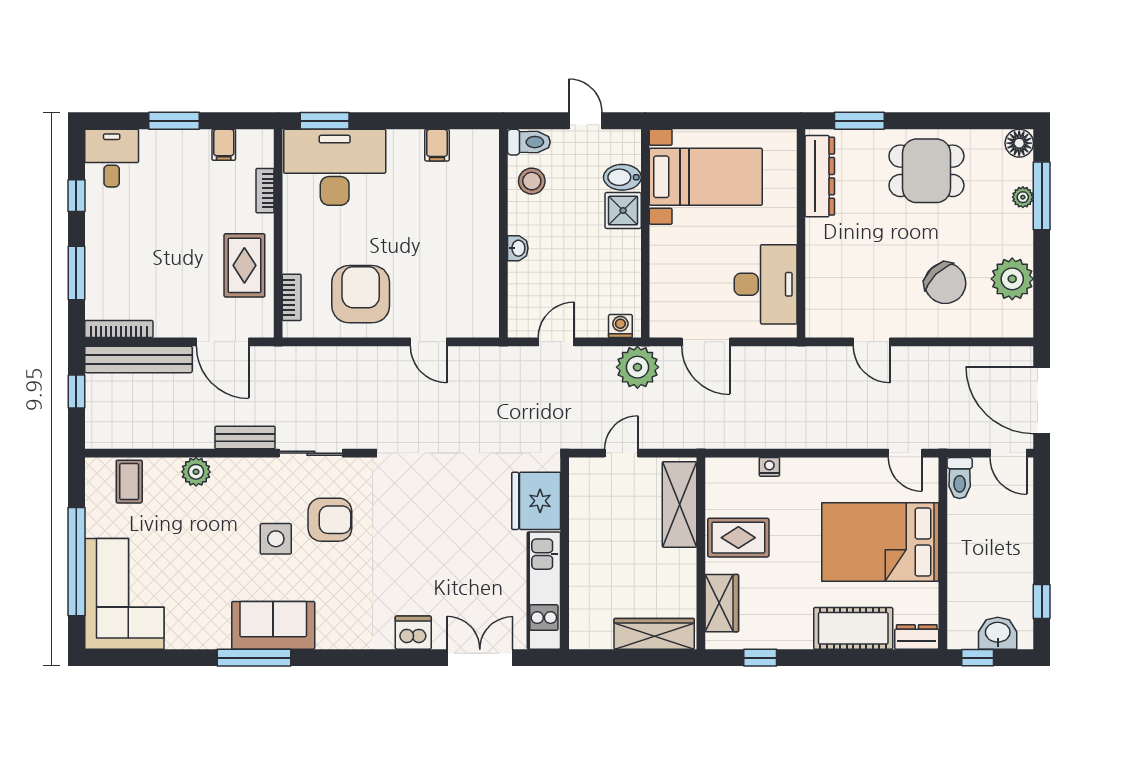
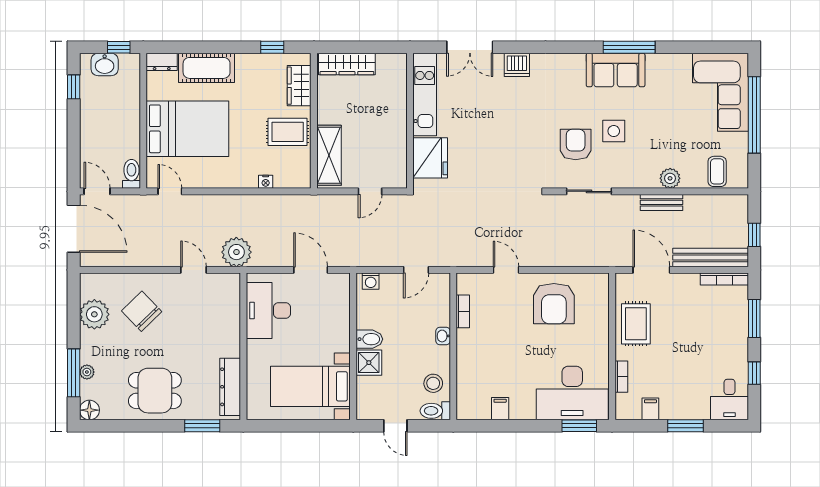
bidet: (622, 177) -> (369, 339), moved
bookcase: (292, 297) -> (463, 311), moved, turned 180
plant: (637, 367) -> (236, 252), moved
bench: (245, 438) -> (661, 202), moved
armchair: (330, 520) -> (576, 144), turned 90

